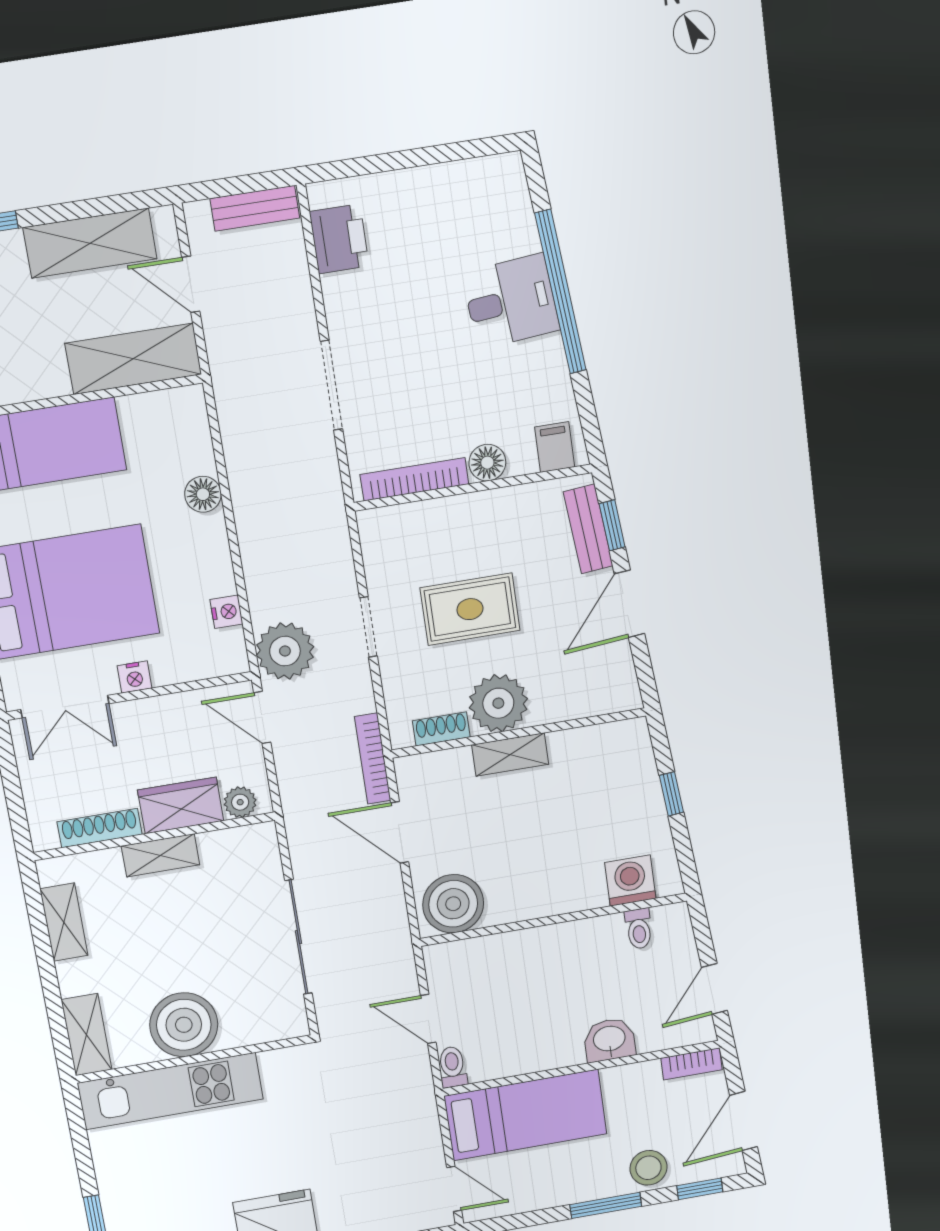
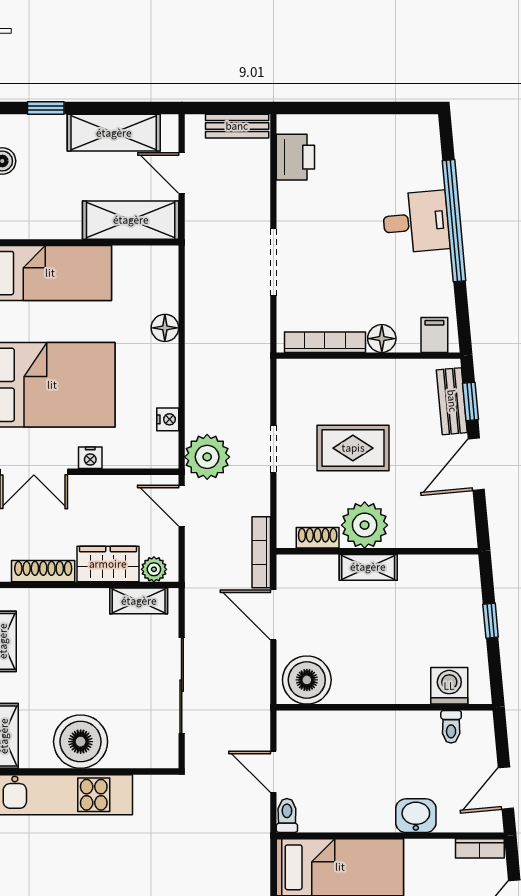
shelving: (160, 855) -> (139, 601), moved

